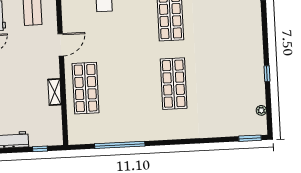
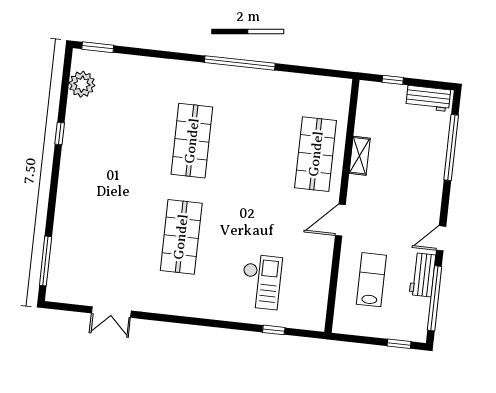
plant: (261, 110) -> (82, 84), width x1.88, depth x1.88
window: (120, 145) -> (240, 63), moved

